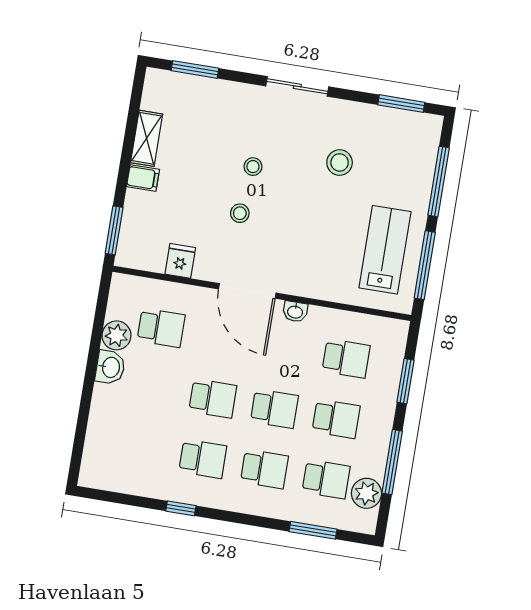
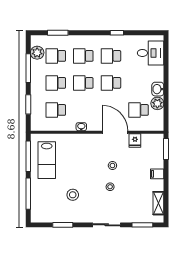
sliding door: (297, 86) -> (107, 225), moved
window: (401, 104) -> (63, 225), moved
shelving: (147, 138) -> (158, 203), moved
door: (247, 291) -> (115, 132), moved
desk: (113, 451) -> (151, 53), added

